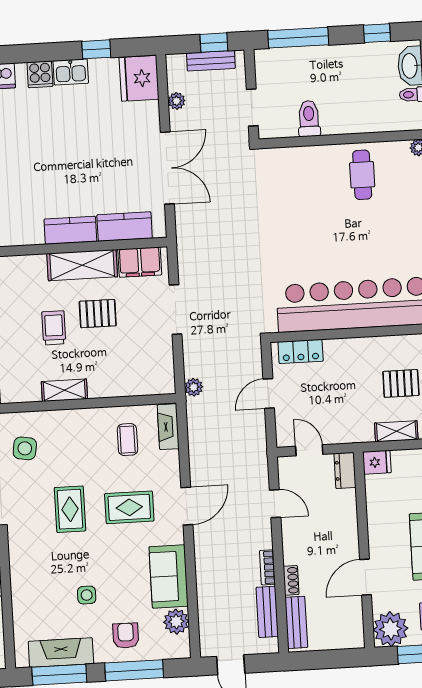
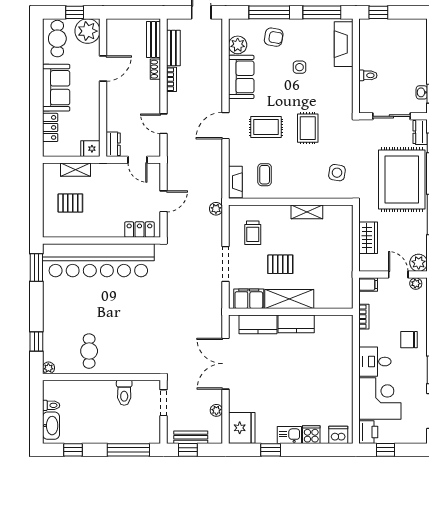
trolley: (54, 328) -> (253, 233), moved
armchair: (126, 636) -> (274, 37), turned -80
fireplace: (61, 653) -> (344, 44), moved, turned 90

